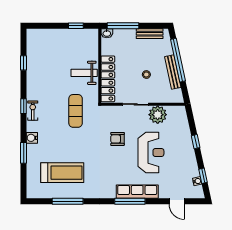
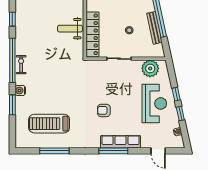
window: (24, 106) -> (12, 60), width x3.17
exercise mat: (76, 111) -> (62, 65), removed
plant: (158, 115) -> (150, 68), moved
armchair: (117, 139) -> (104, 110), moved
reception desk: (151, 152) -> (154, 103), moved
treadmill: (62, 173) -> (49, 124), turned 180
window: (203, 176) -> (180, 113), moved

